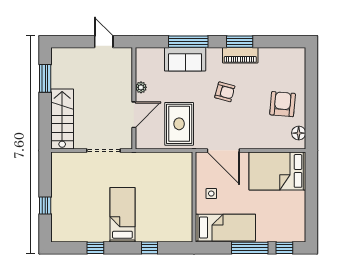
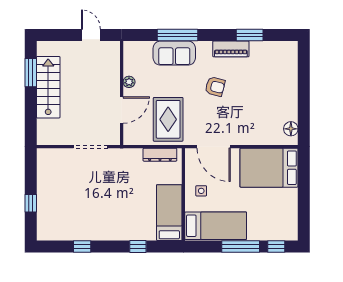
window: (240, 42) -> (250, 35), moved
armchair: (283, 104) -> (274, 99), removed
stairs: (62, 119) -> (48, 87), moved
dresser: (171, 158) -> (160, 155), added
bed: (122, 215) -> (169, 213), moved

